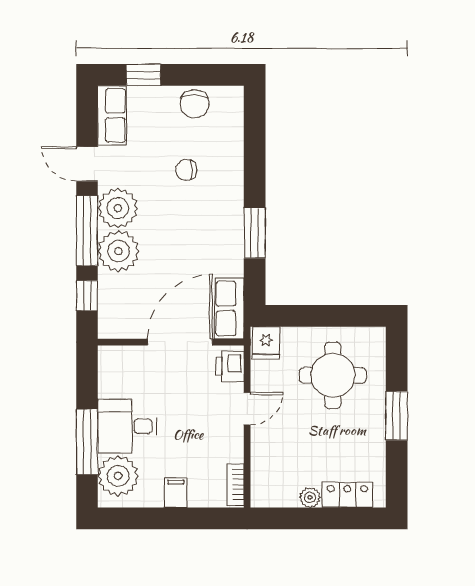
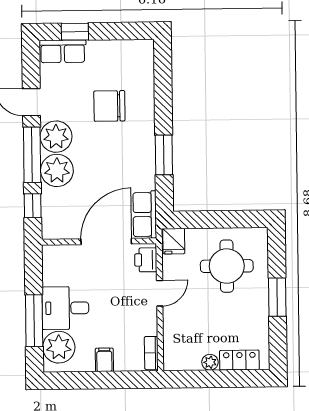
chair: (195, 104) -> (115, 54), removed
row of seats: (112, 115) -> (63, 51), moved, turned 90
chair: (186, 170) -> (109, 106), width x1.87, depth x1.87

